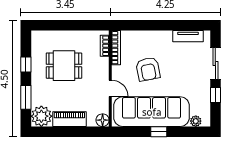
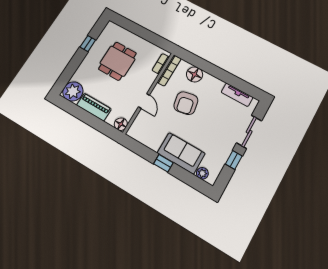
floor lamp: (141, 39) -> (195, 74), added
dining table: (64, 66) -> (117, 61), turned 90
window: (26, 97) -> (71, 69), removed
sofa: (152, 112) -> (181, 153), width x0.54, depth x0.79

